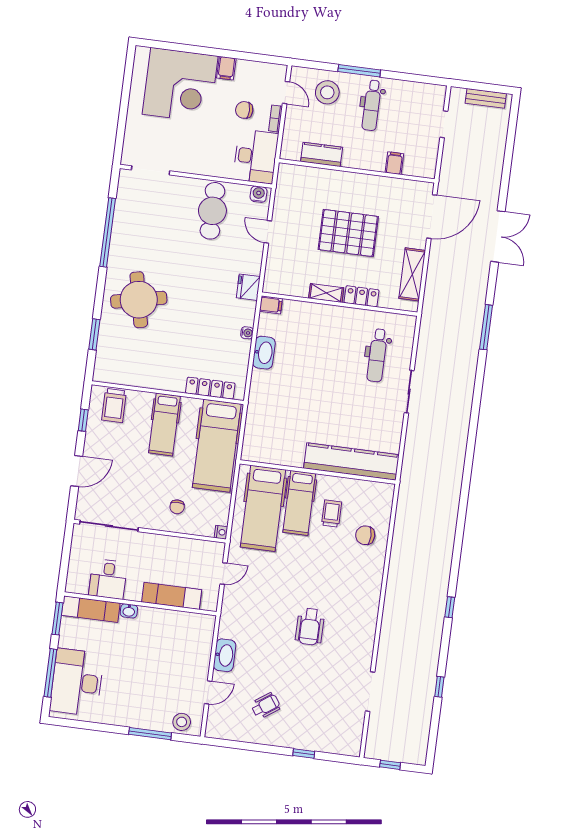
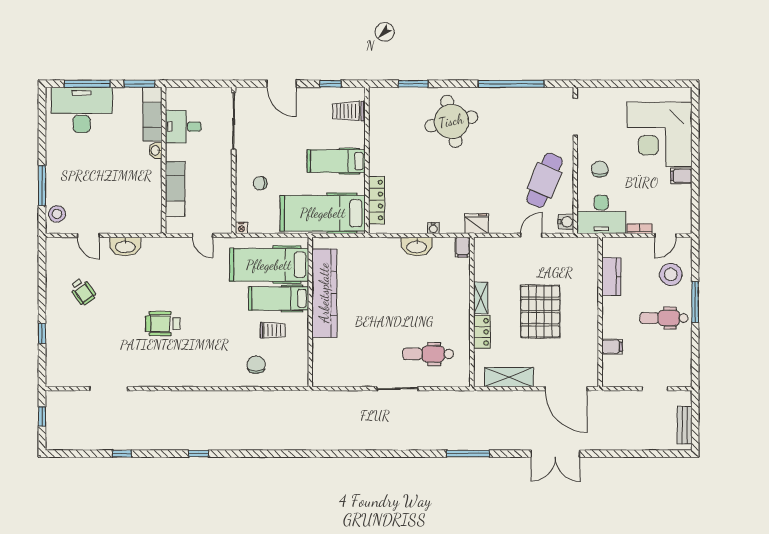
chair: (244, 110) -> (600, 169), moved
cafe table: (212, 211) -> (545, 180), turned -67
kitchen counter: (351, 461) -> (324, 293), moved

